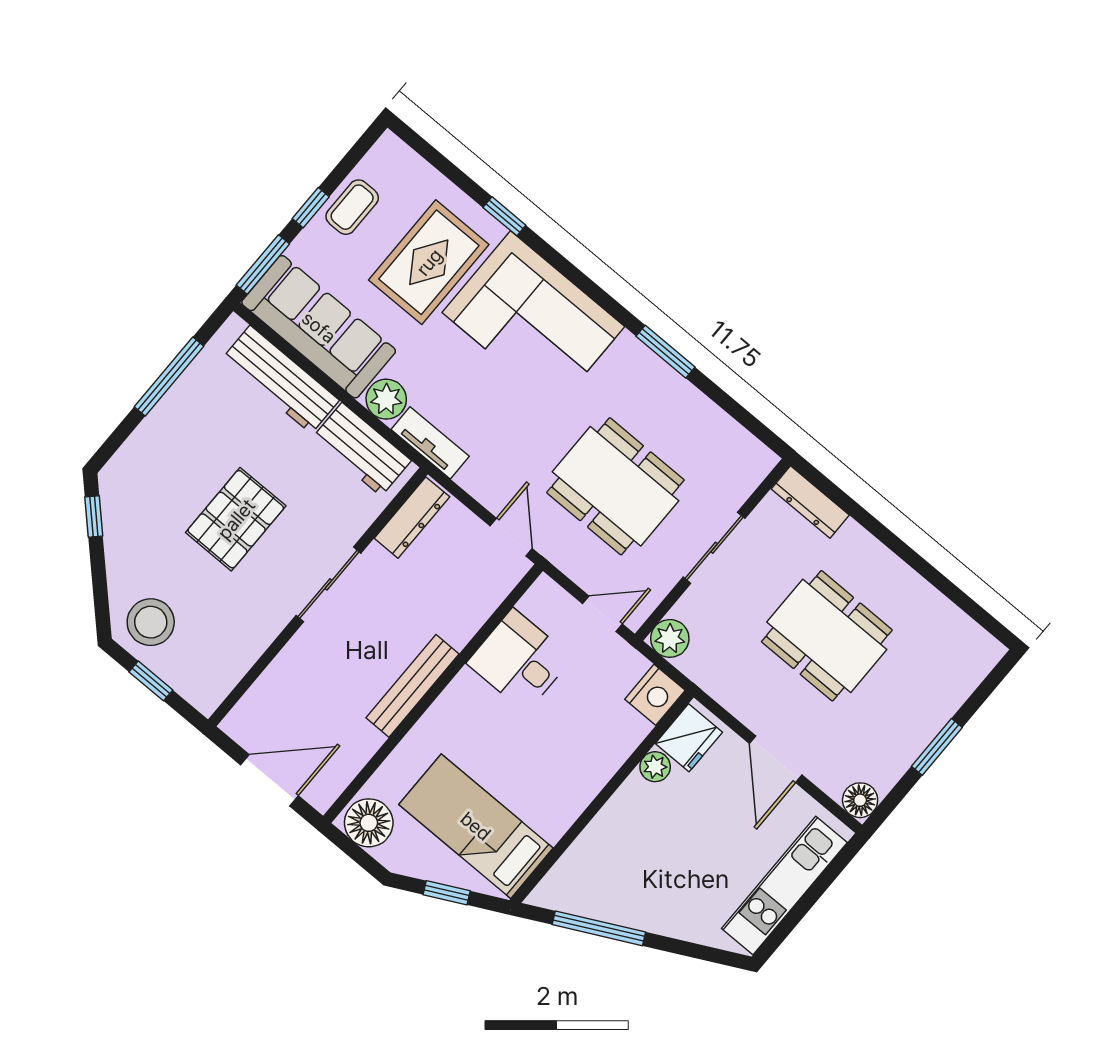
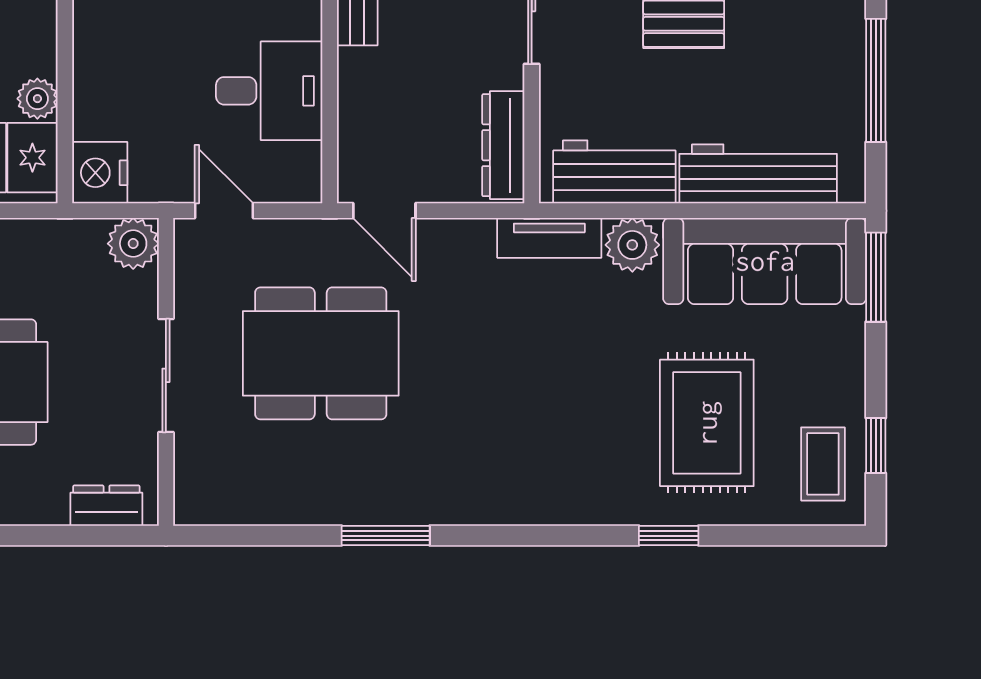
coffee table: (352, 207) -> (823, 464), moved
window: (311, 208) -> (876, 445), moved
corner sofa: (533, 320) -> (549, 454), removed
dresser: (810, 502) -> (106, 506), width x0.70
door: (602, 614) -> (224, 211), swing flipped

